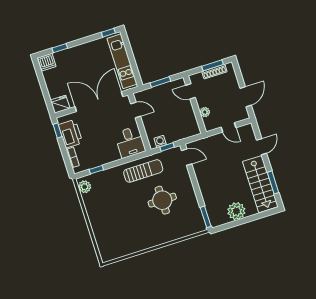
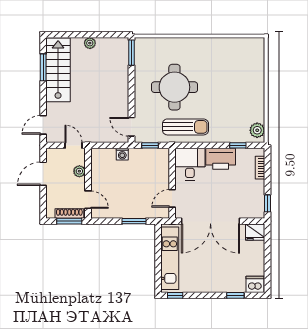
door: (191, 91) -> (88, 200), moved
wall: (195, 105) -> (88, 183), moved
door: (136, 110) -> (172, 198), hinge flipped
plant: (205, 112) -> (79, 171), moved
printer: (70, 134) -> (221, 159), moved, turned -90
washing machine: (160, 141) -> (122, 154), moved
door: (262, 147) -> (43, 125), moved
sun lounger: (143, 171) -> (185, 127), turned 180
round table: (162, 200) -> (174, 87), width x1.36, depth x1.36
plant: (236, 211) -> (90, 43), width x0.53, depth x0.53

